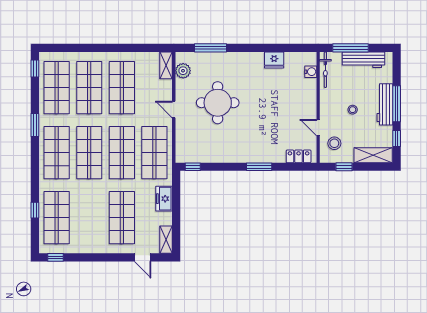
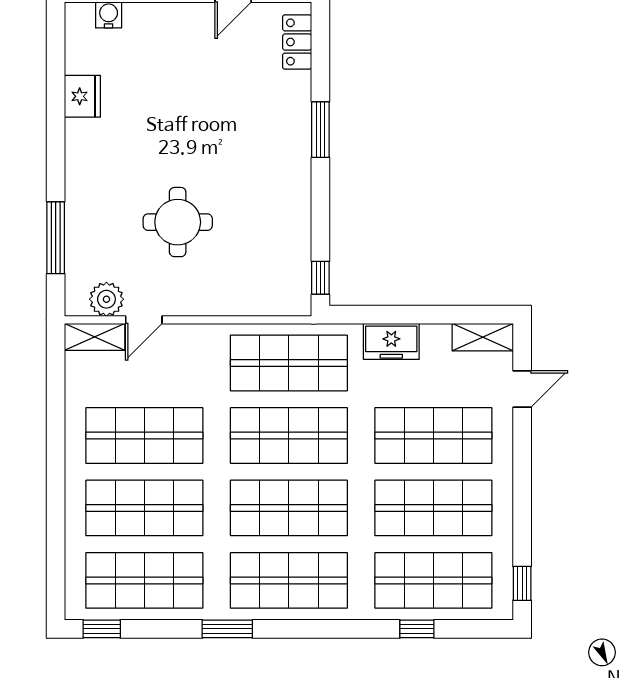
round table: (218, 103) -> (178, 222), width x0.73, depth x0.73
door: (174, 109) -> (144, 320), moved
shop shelf: (89, 218) -> (433, 508), added

